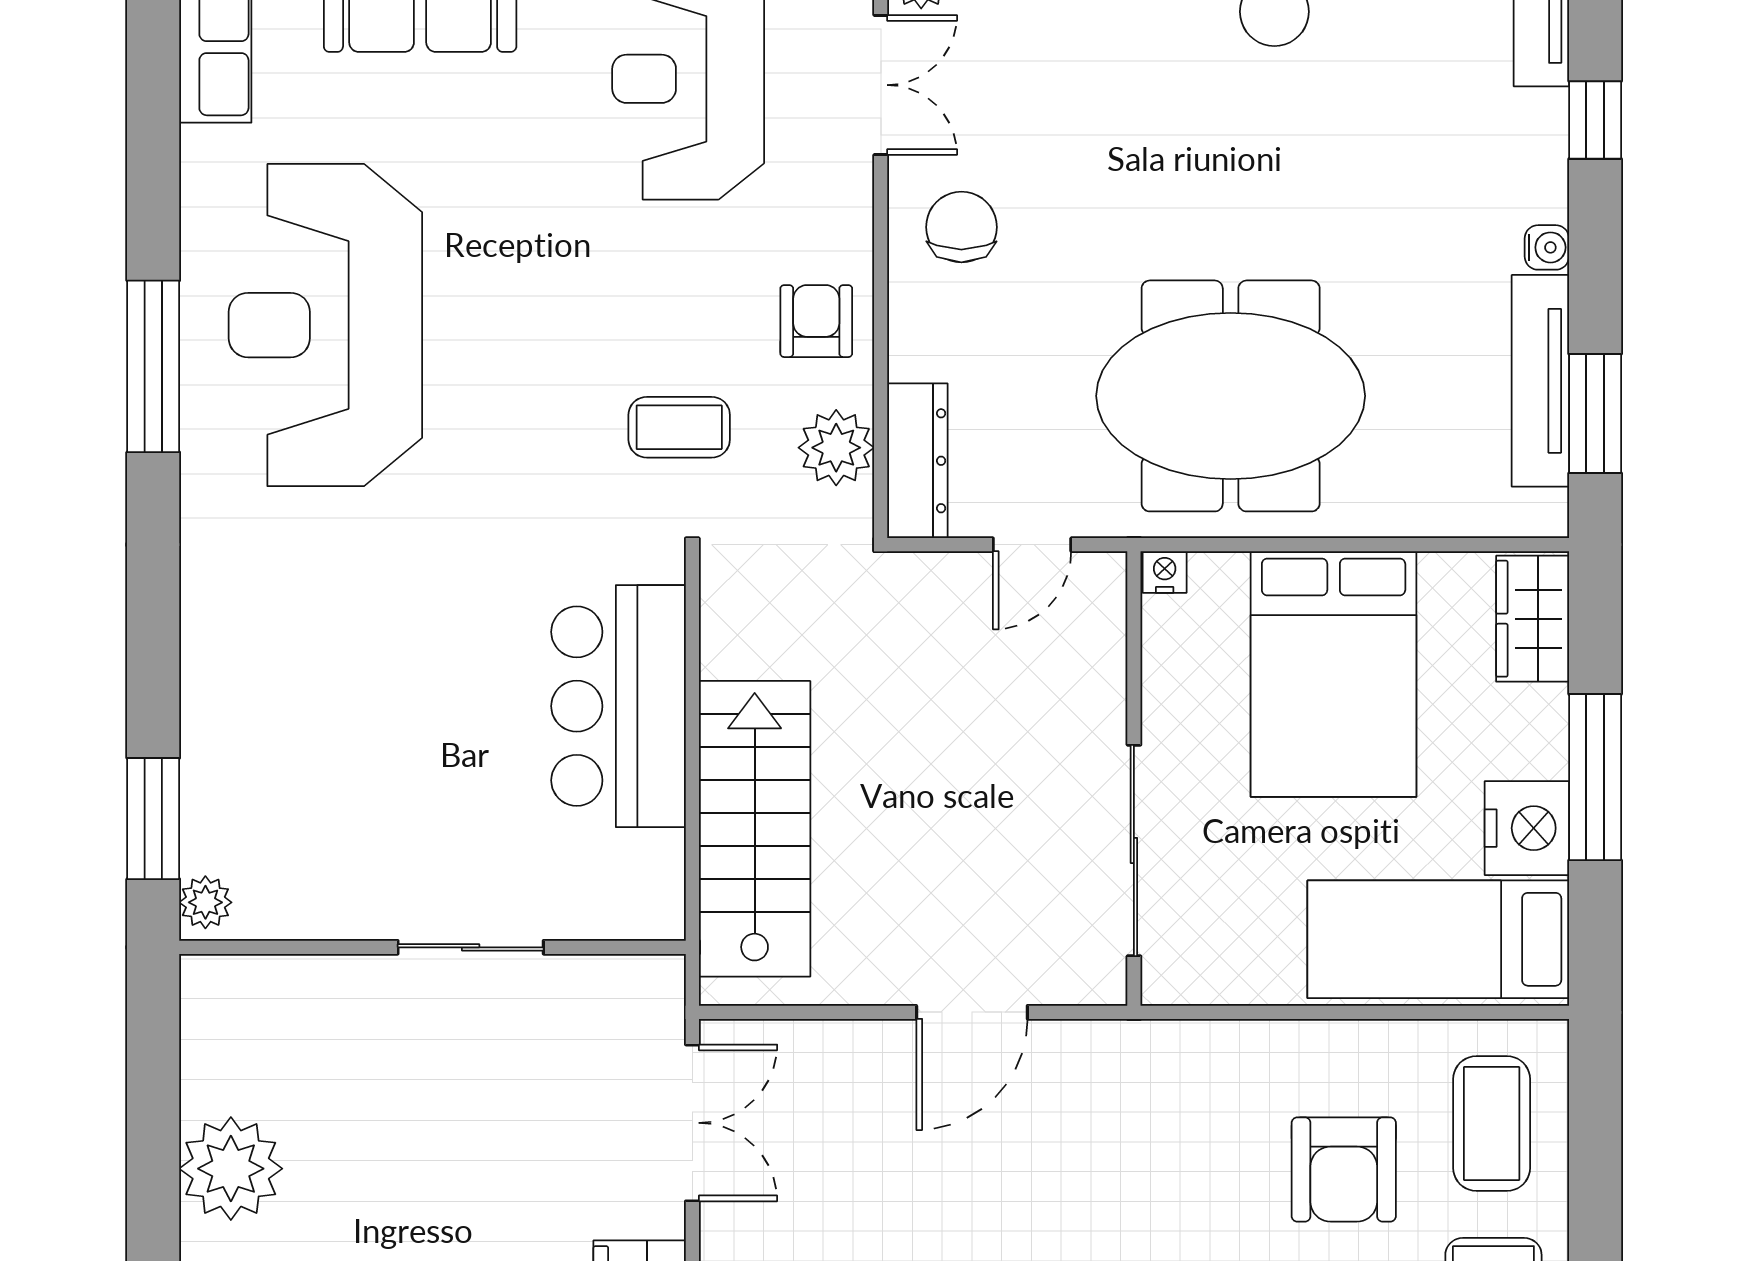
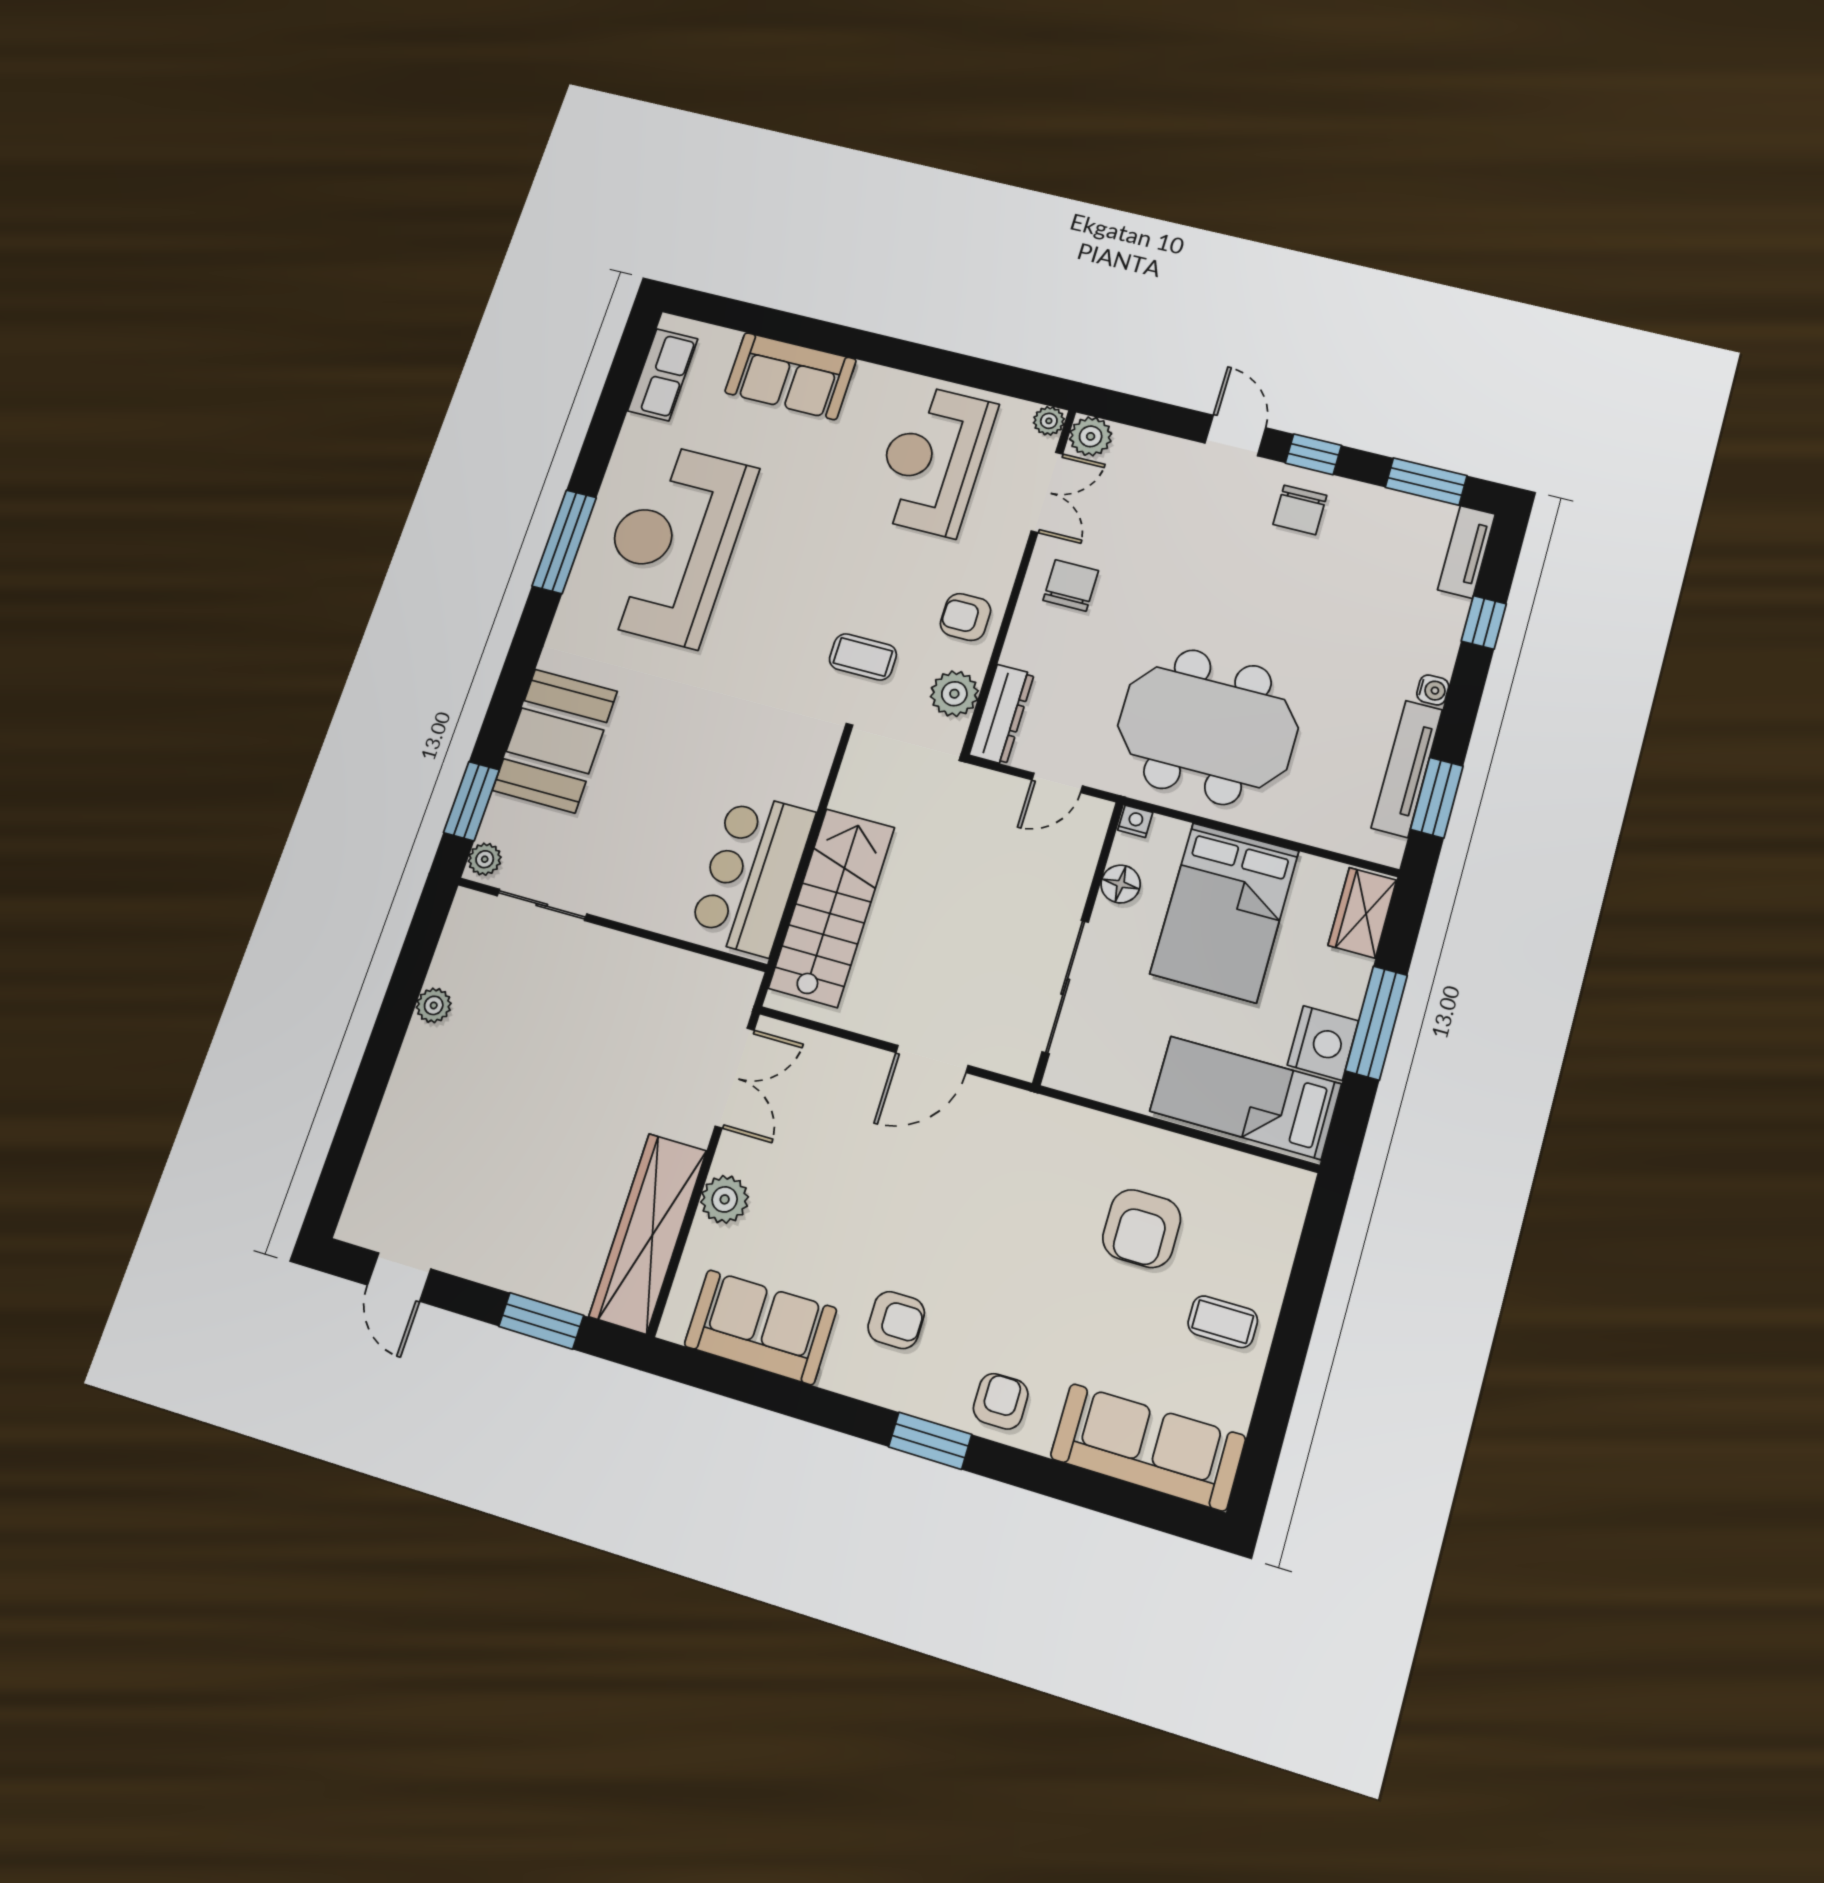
armchair: (816, 321) -> (965, 617), turned -90
floor lamp: (1170, 674) -> (1121, 884), added
booth: (249, 689) -> (555, 741), added
bar counter: (619, 706) -> (752, 874), moved
sliding door: (471, 947) -> (542, 905), moved
coffee table: (1492, 1123) -> (1248, 1227), removed
plant: (231, 1169) -> (434, 1005), width x0.53, depth x0.53

